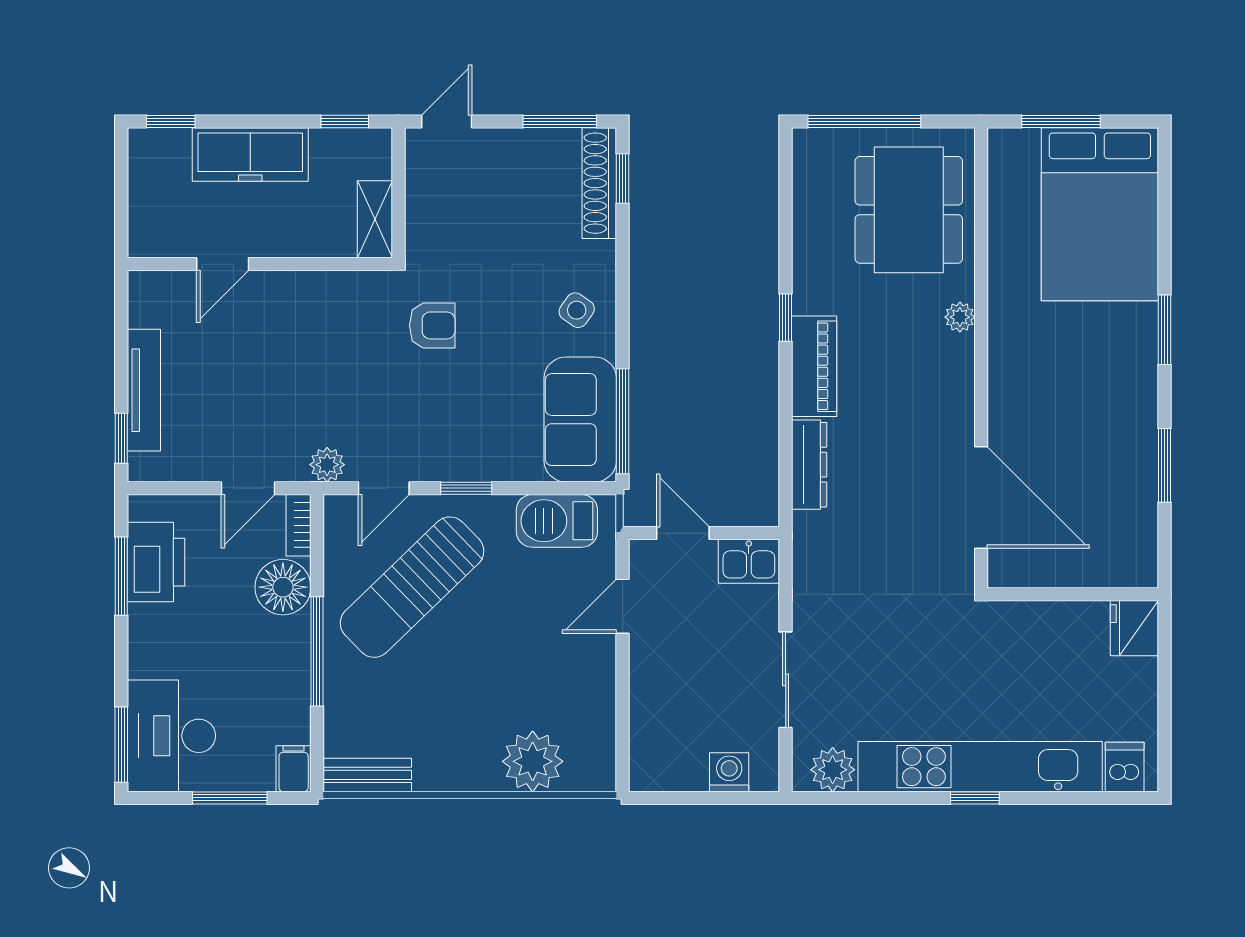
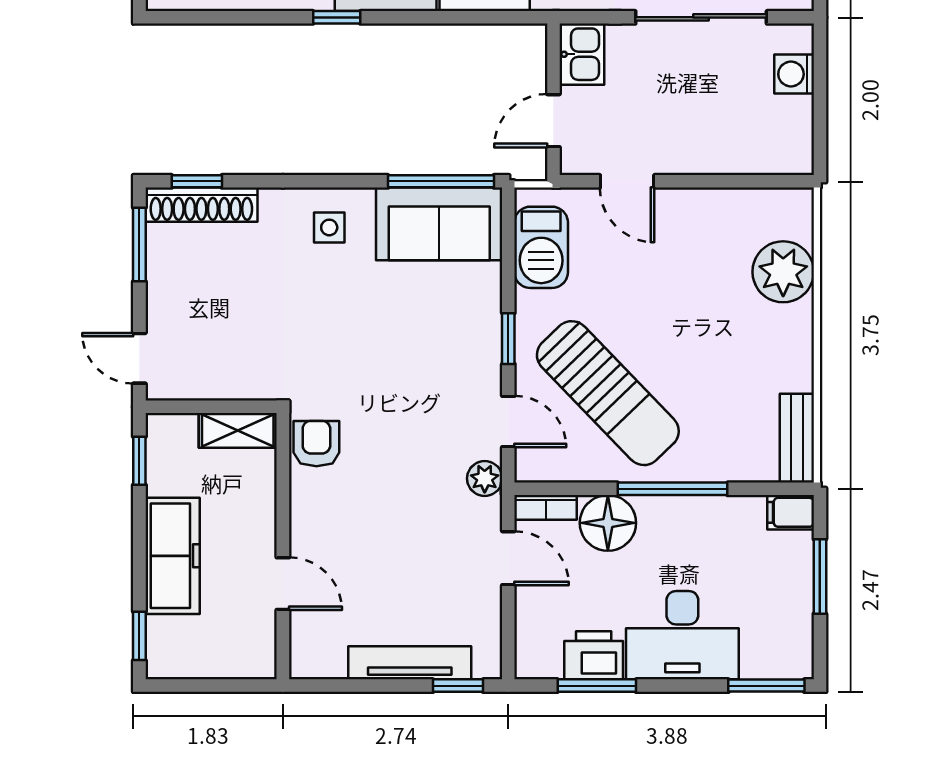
side table: (577, 310) -> (329, 227), turned -35
armchair: (432, 325) -> (316, 444), moved
printer: (156, 562) -> (594, 655), width x0.73, depth x0.84
sliding door: (786, 680) -> (701, 17), width x1.37
desk: (171, 736) -> (682, 635), moved

